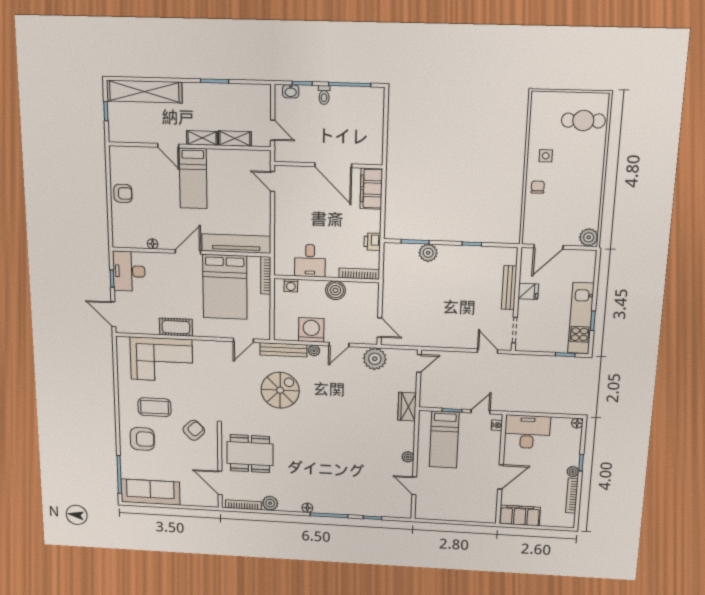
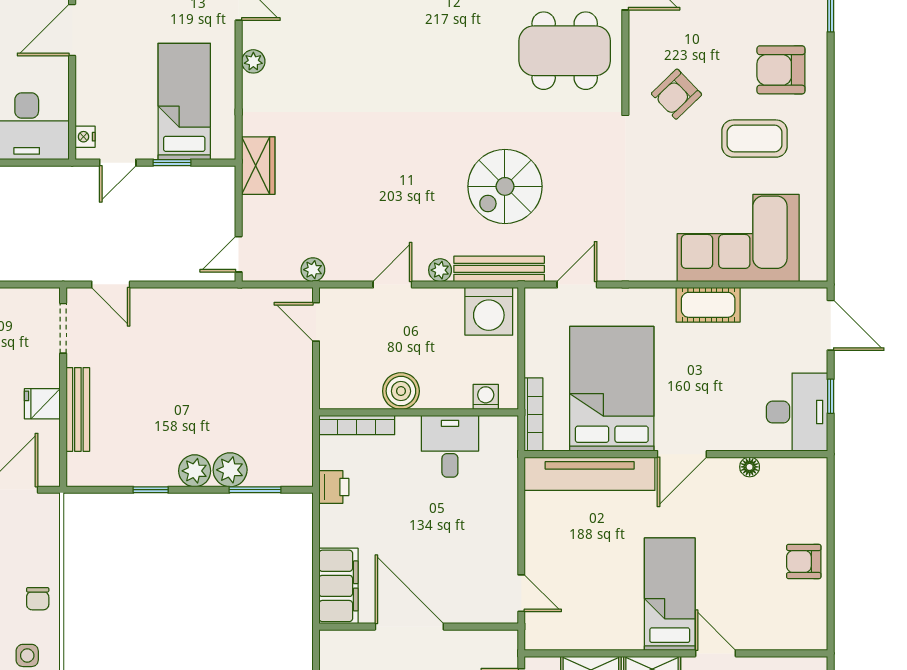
plant: (447, 253) -> (195, 471), added
washing machine: (311, 330) -> (489, 311), moved
plant: (375, 359) -> (313, 270), width x0.53, depth x0.53

